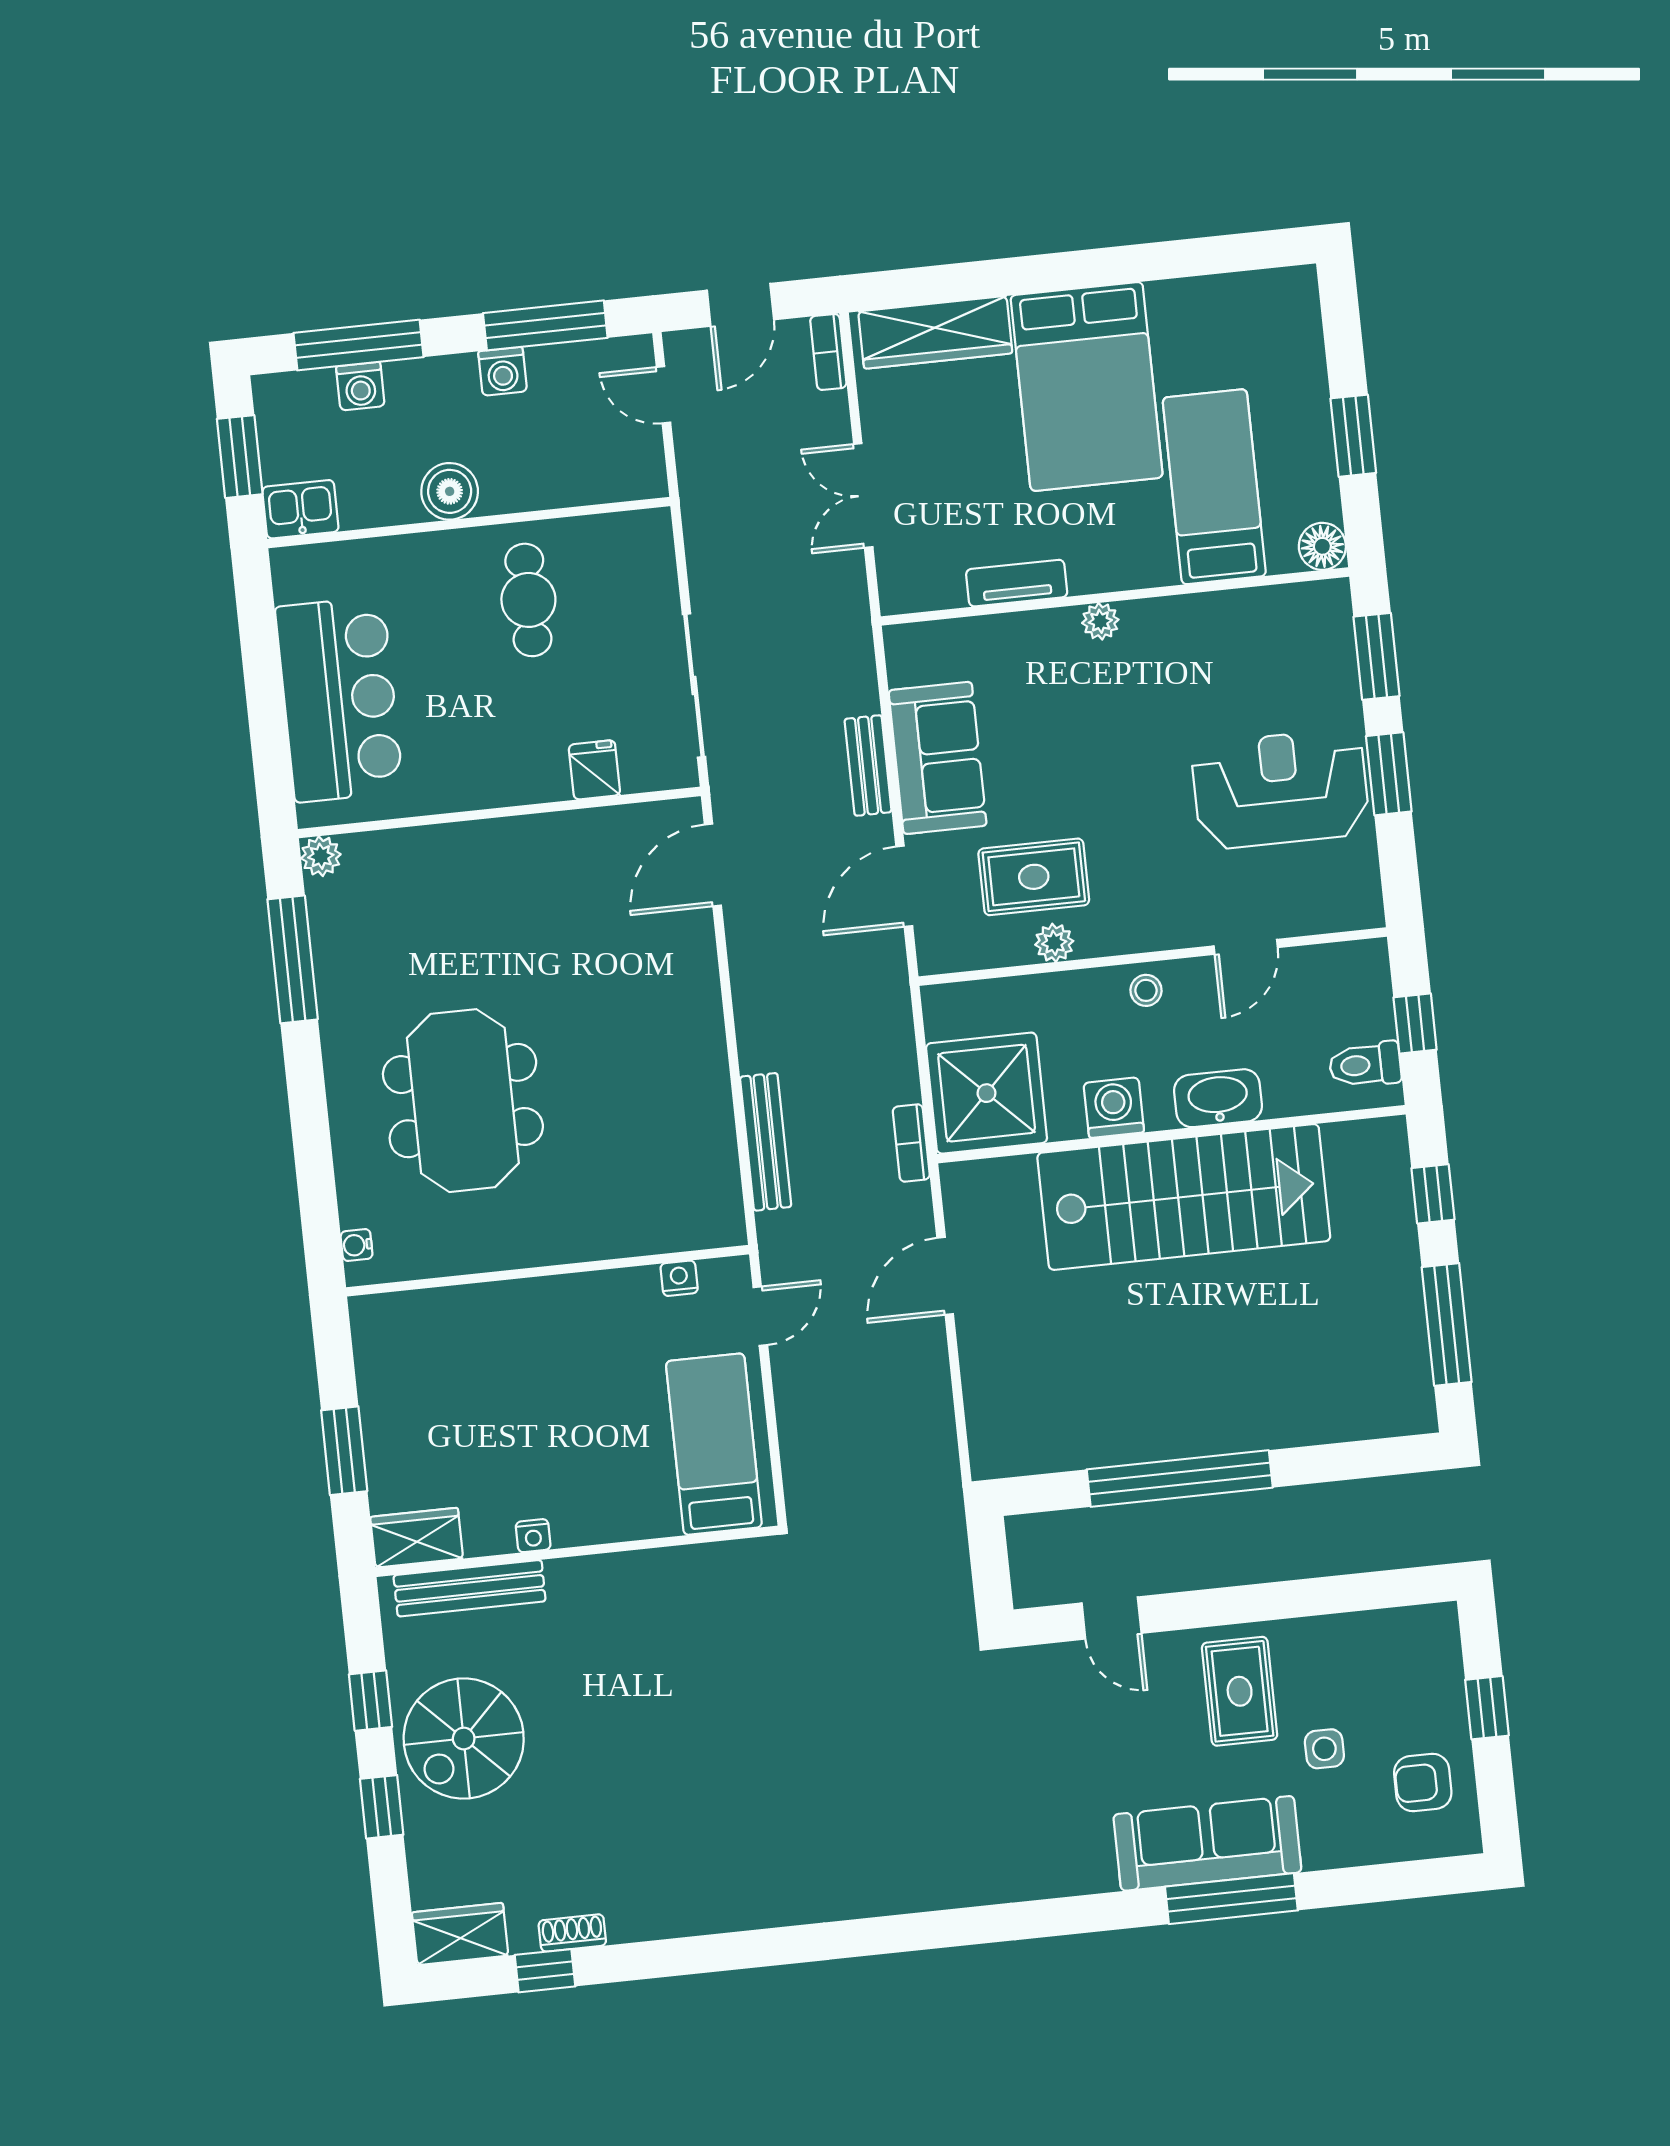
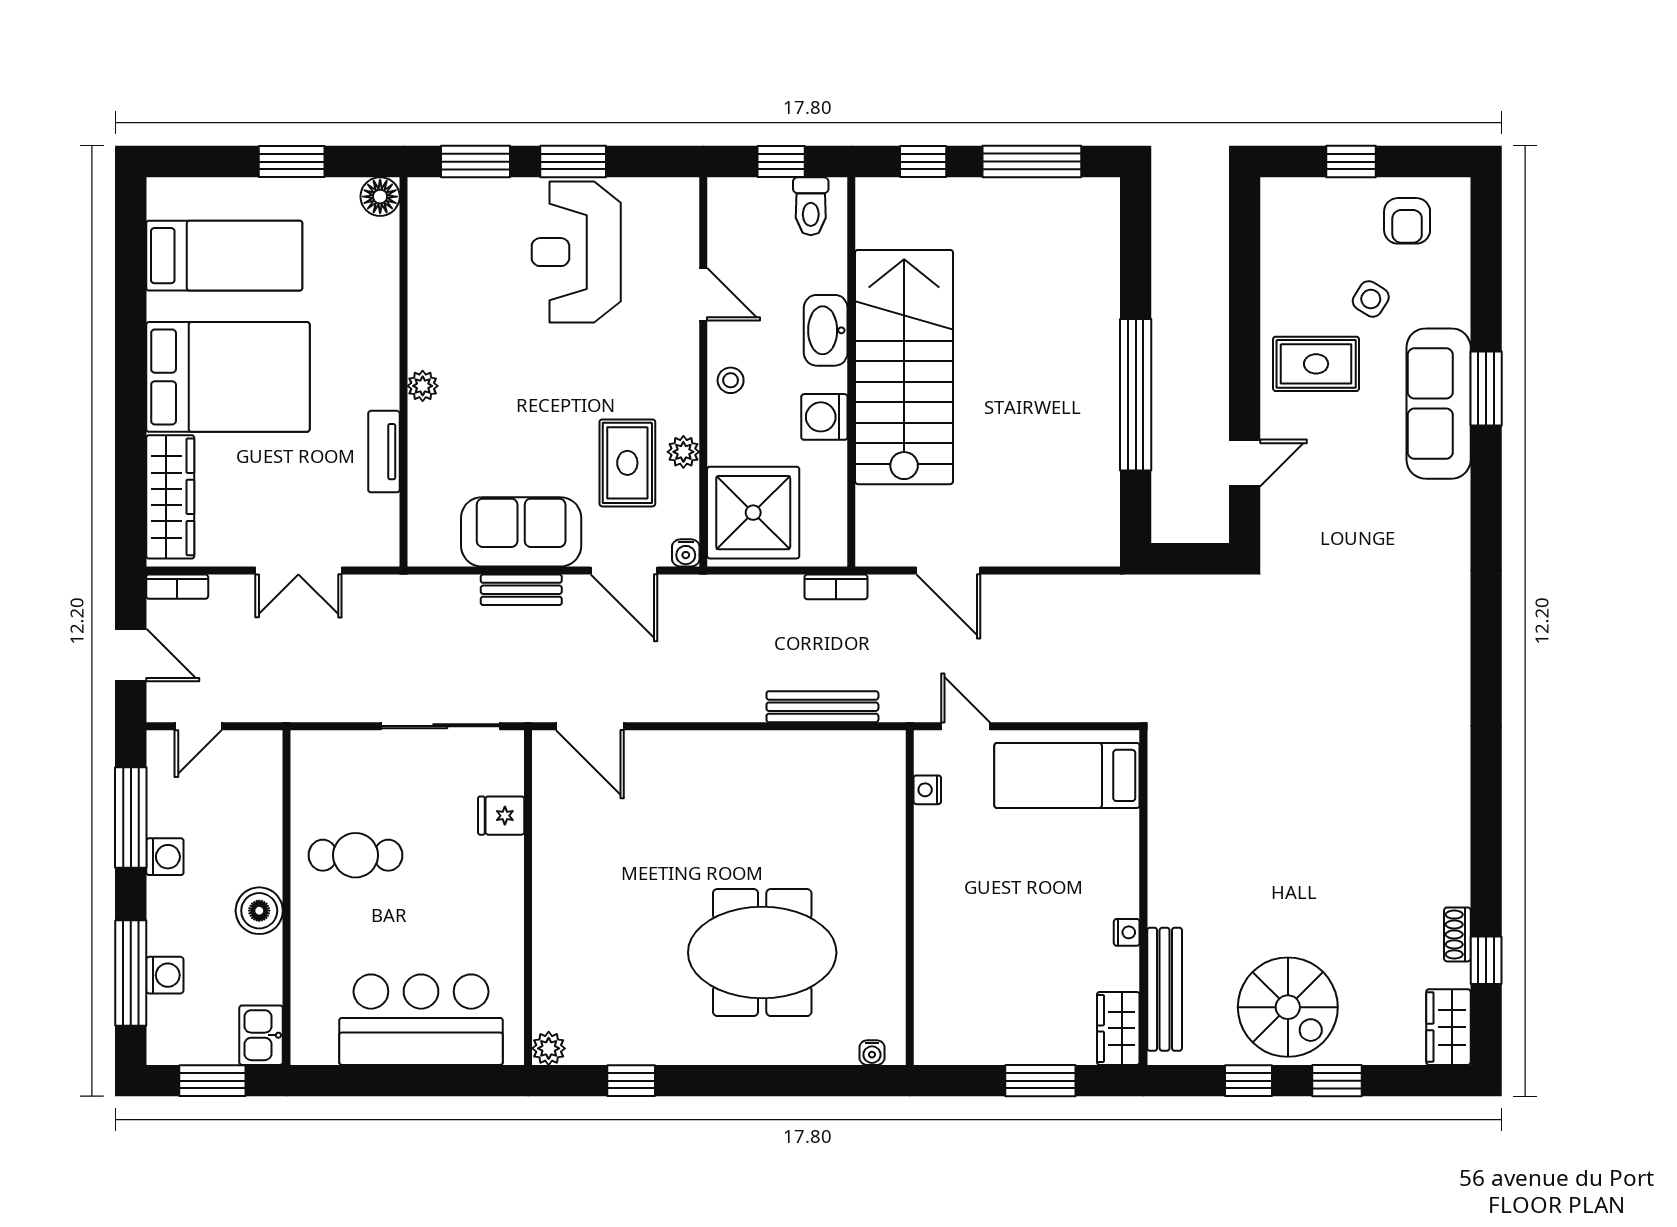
bed: (1214, 487) -> (224, 256), moved, turned 180
water cooler: (933, 958) -> (686, 553), added
window: (293, 959) -> (631, 1081), width x0.46
shower: (987, 1093) -> (753, 513), moved
side table: (1324, 1749) -> (1371, 299), turned 32
window: (1231, 1899) -> (1486, 389), width x0.69

